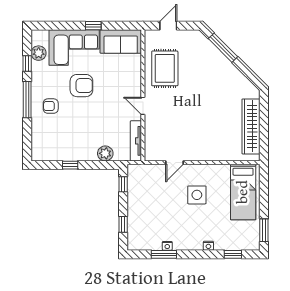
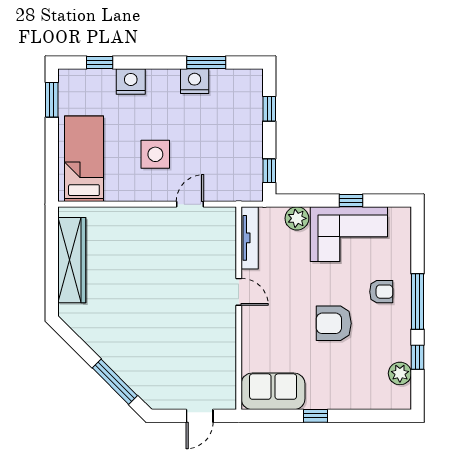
corner sofa: (74, 47) -> (349, 234), moved, turned 180
rug: (165, 68) -> (205, 350), removed
nightstand: (167, 246) -> (195, 81), width x1.89, depth x1.79
nightstand: (208, 246) -> (131, 82), width x1.89, depth x1.79

